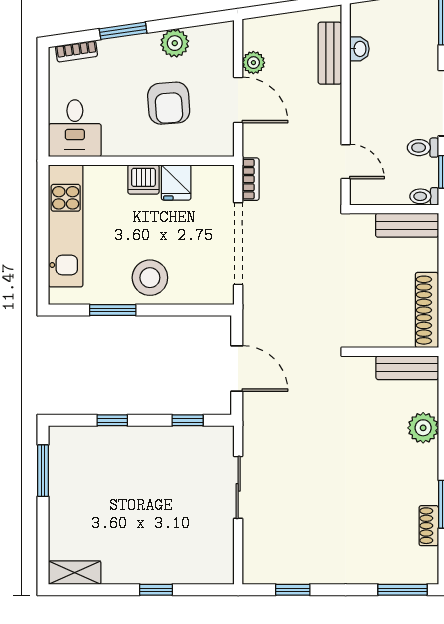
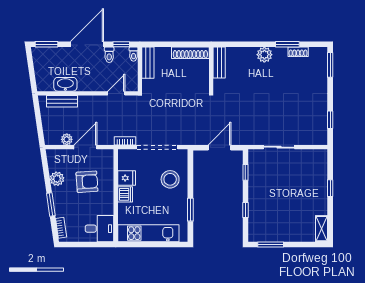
washbasin: (359, 49) -> (65, 84), width x1.91, depth x1.45
stool: (150, 278) -> (170, 179), moved
plant: (423, 428) -> (264, 55), moved

